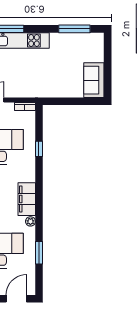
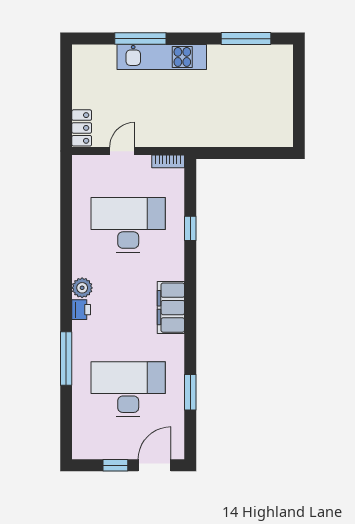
sofa: (94, 80) -> (277, 120), removed
plant: (30, 221) -> (177, 343), removed

